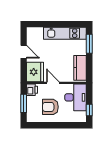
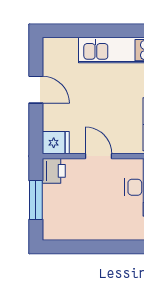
fridge: (35, 72) -> (56, 143), width x0.53, depth x0.75
armchair: (50, 107) -> (93, 208), removed

